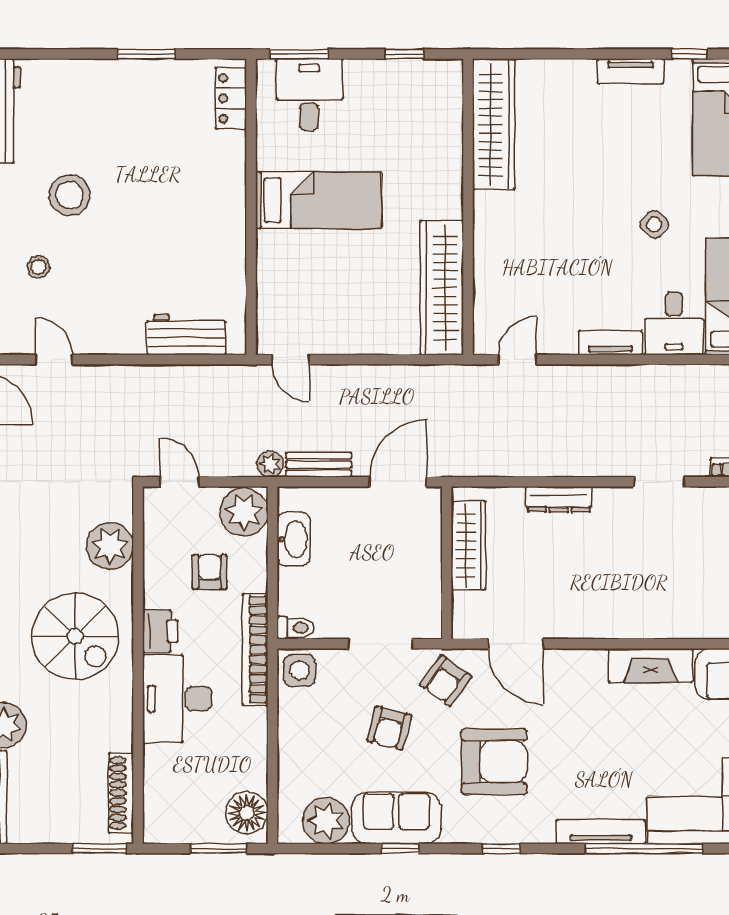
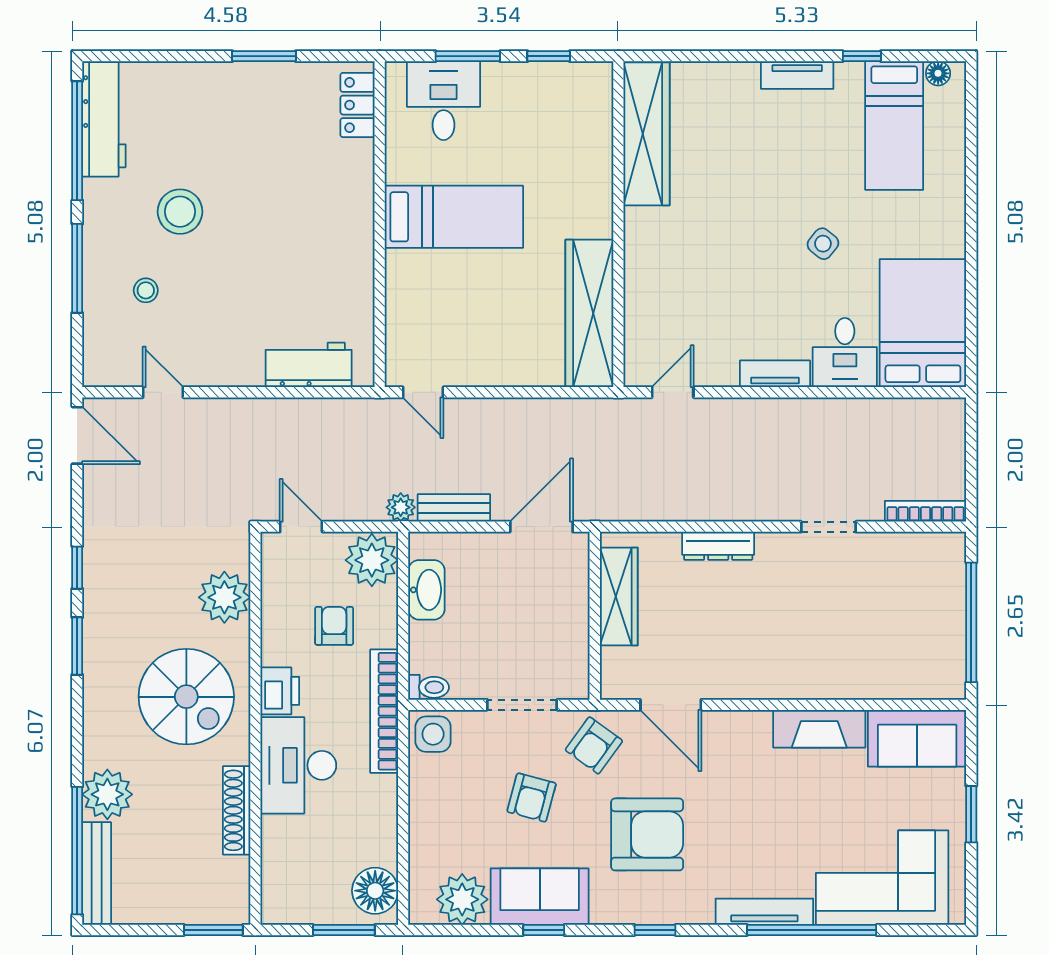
window: (299, 54) -> (468, 56), moved
shoe rack: (121, 793) -> (237, 810), moved

